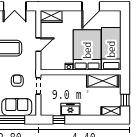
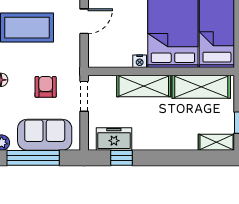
shelving: (71, 80) -> (144, 86), added
freezer: (70, 109) -> (114, 139), moved

